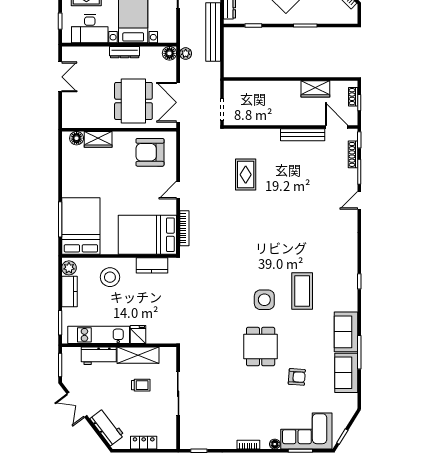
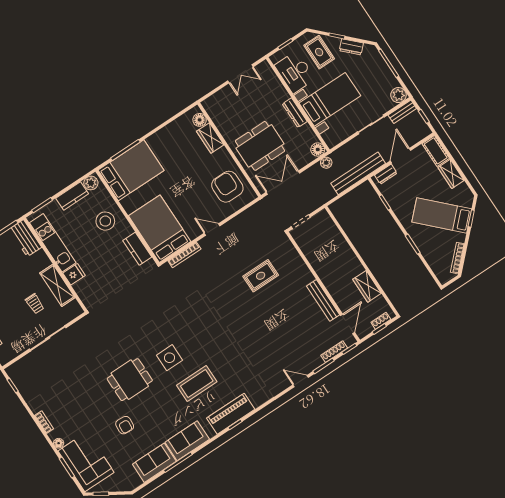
piano: (348, 279) -> (231, 414), added
workbench: (99, 356) -> (25, 238), moved

